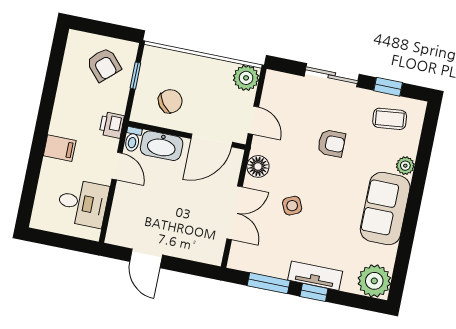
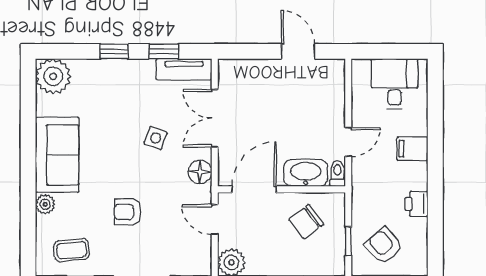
printer: (112, 125) -> (417, 204), moved, turned 180
door: (117, 166) -> (348, 142), swing flipped
desk: (83, 203) -> (394, 84), moved, turned 90
side table: (292, 206) -> (156, 138), turned 45
tv unit: (315, 276) -> (184, 69), moved
window: (269, 283) -> (164, 51), width x0.67

